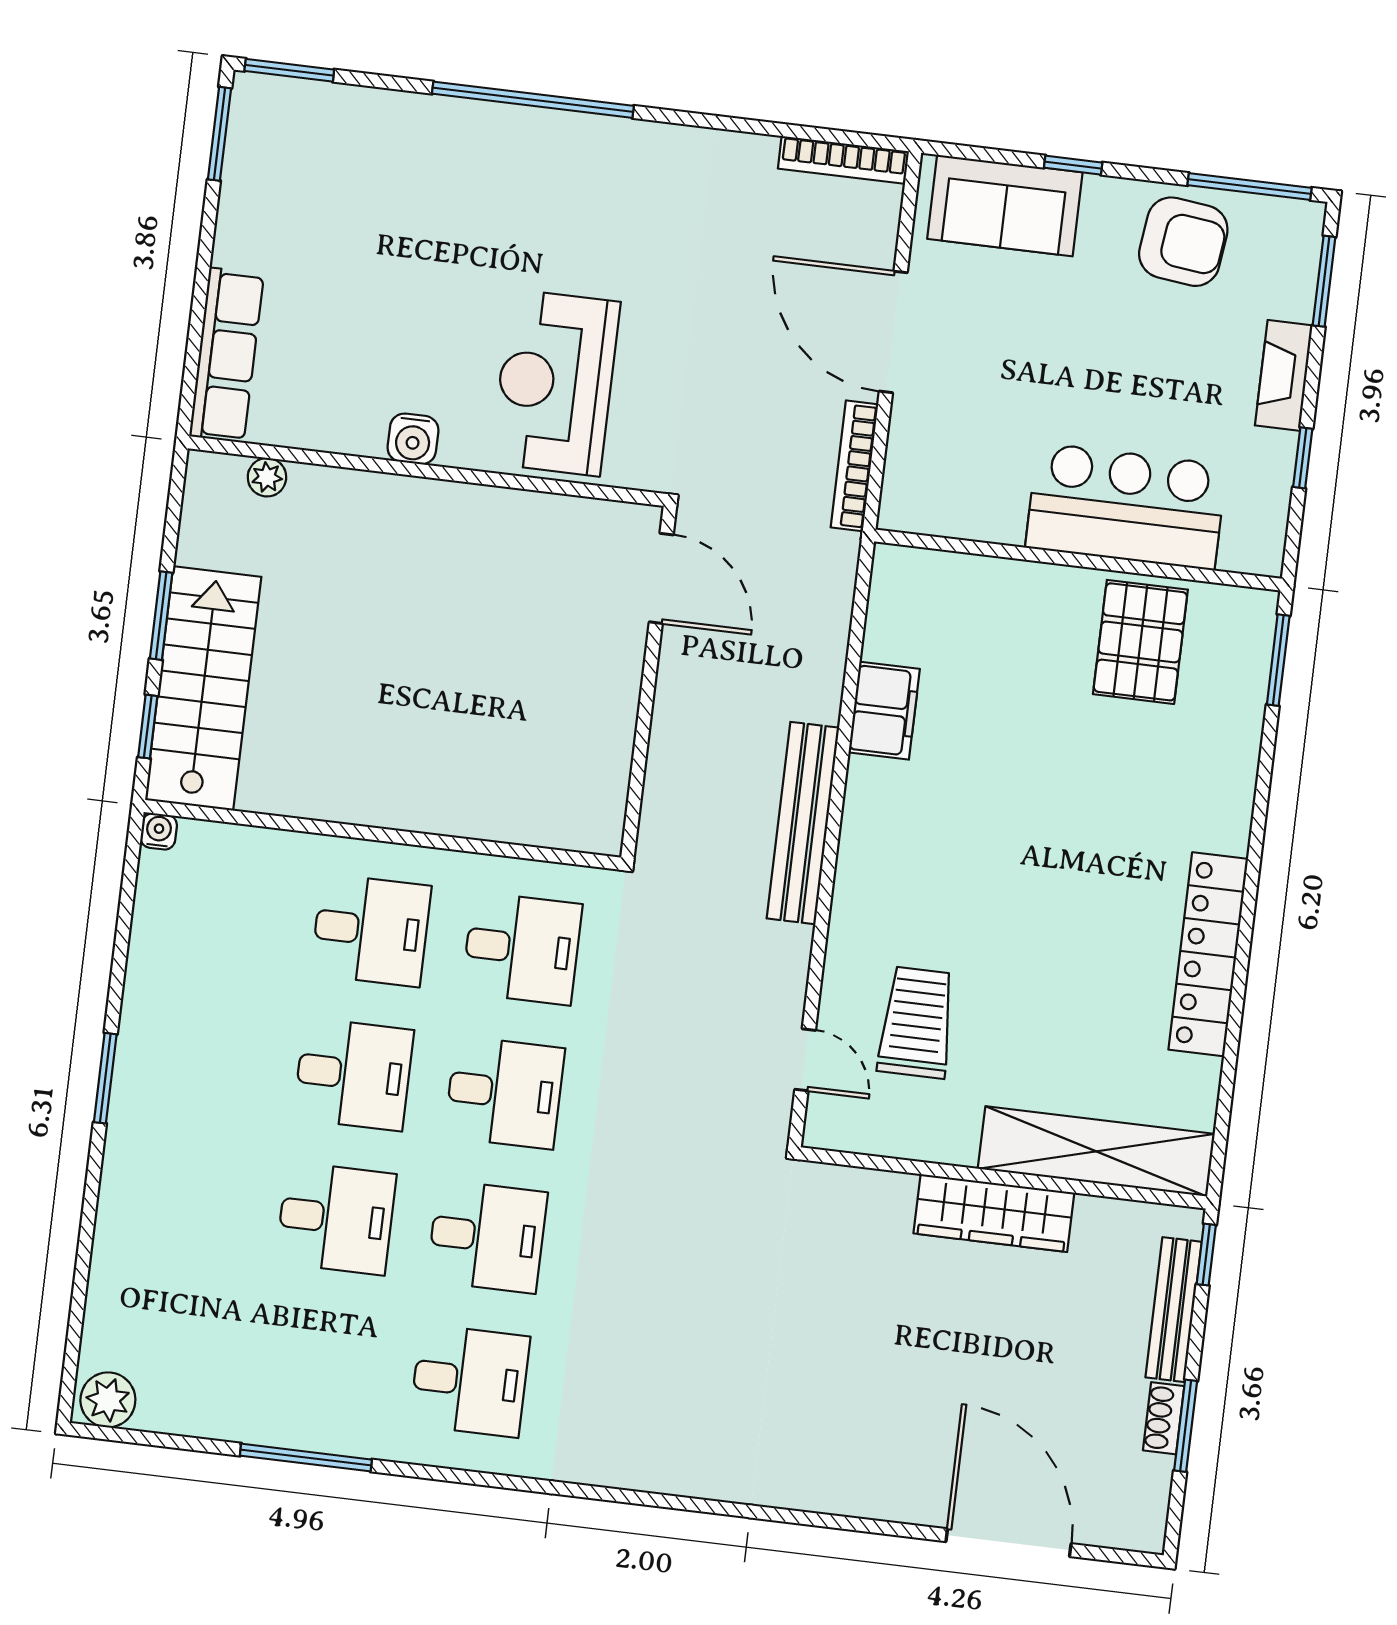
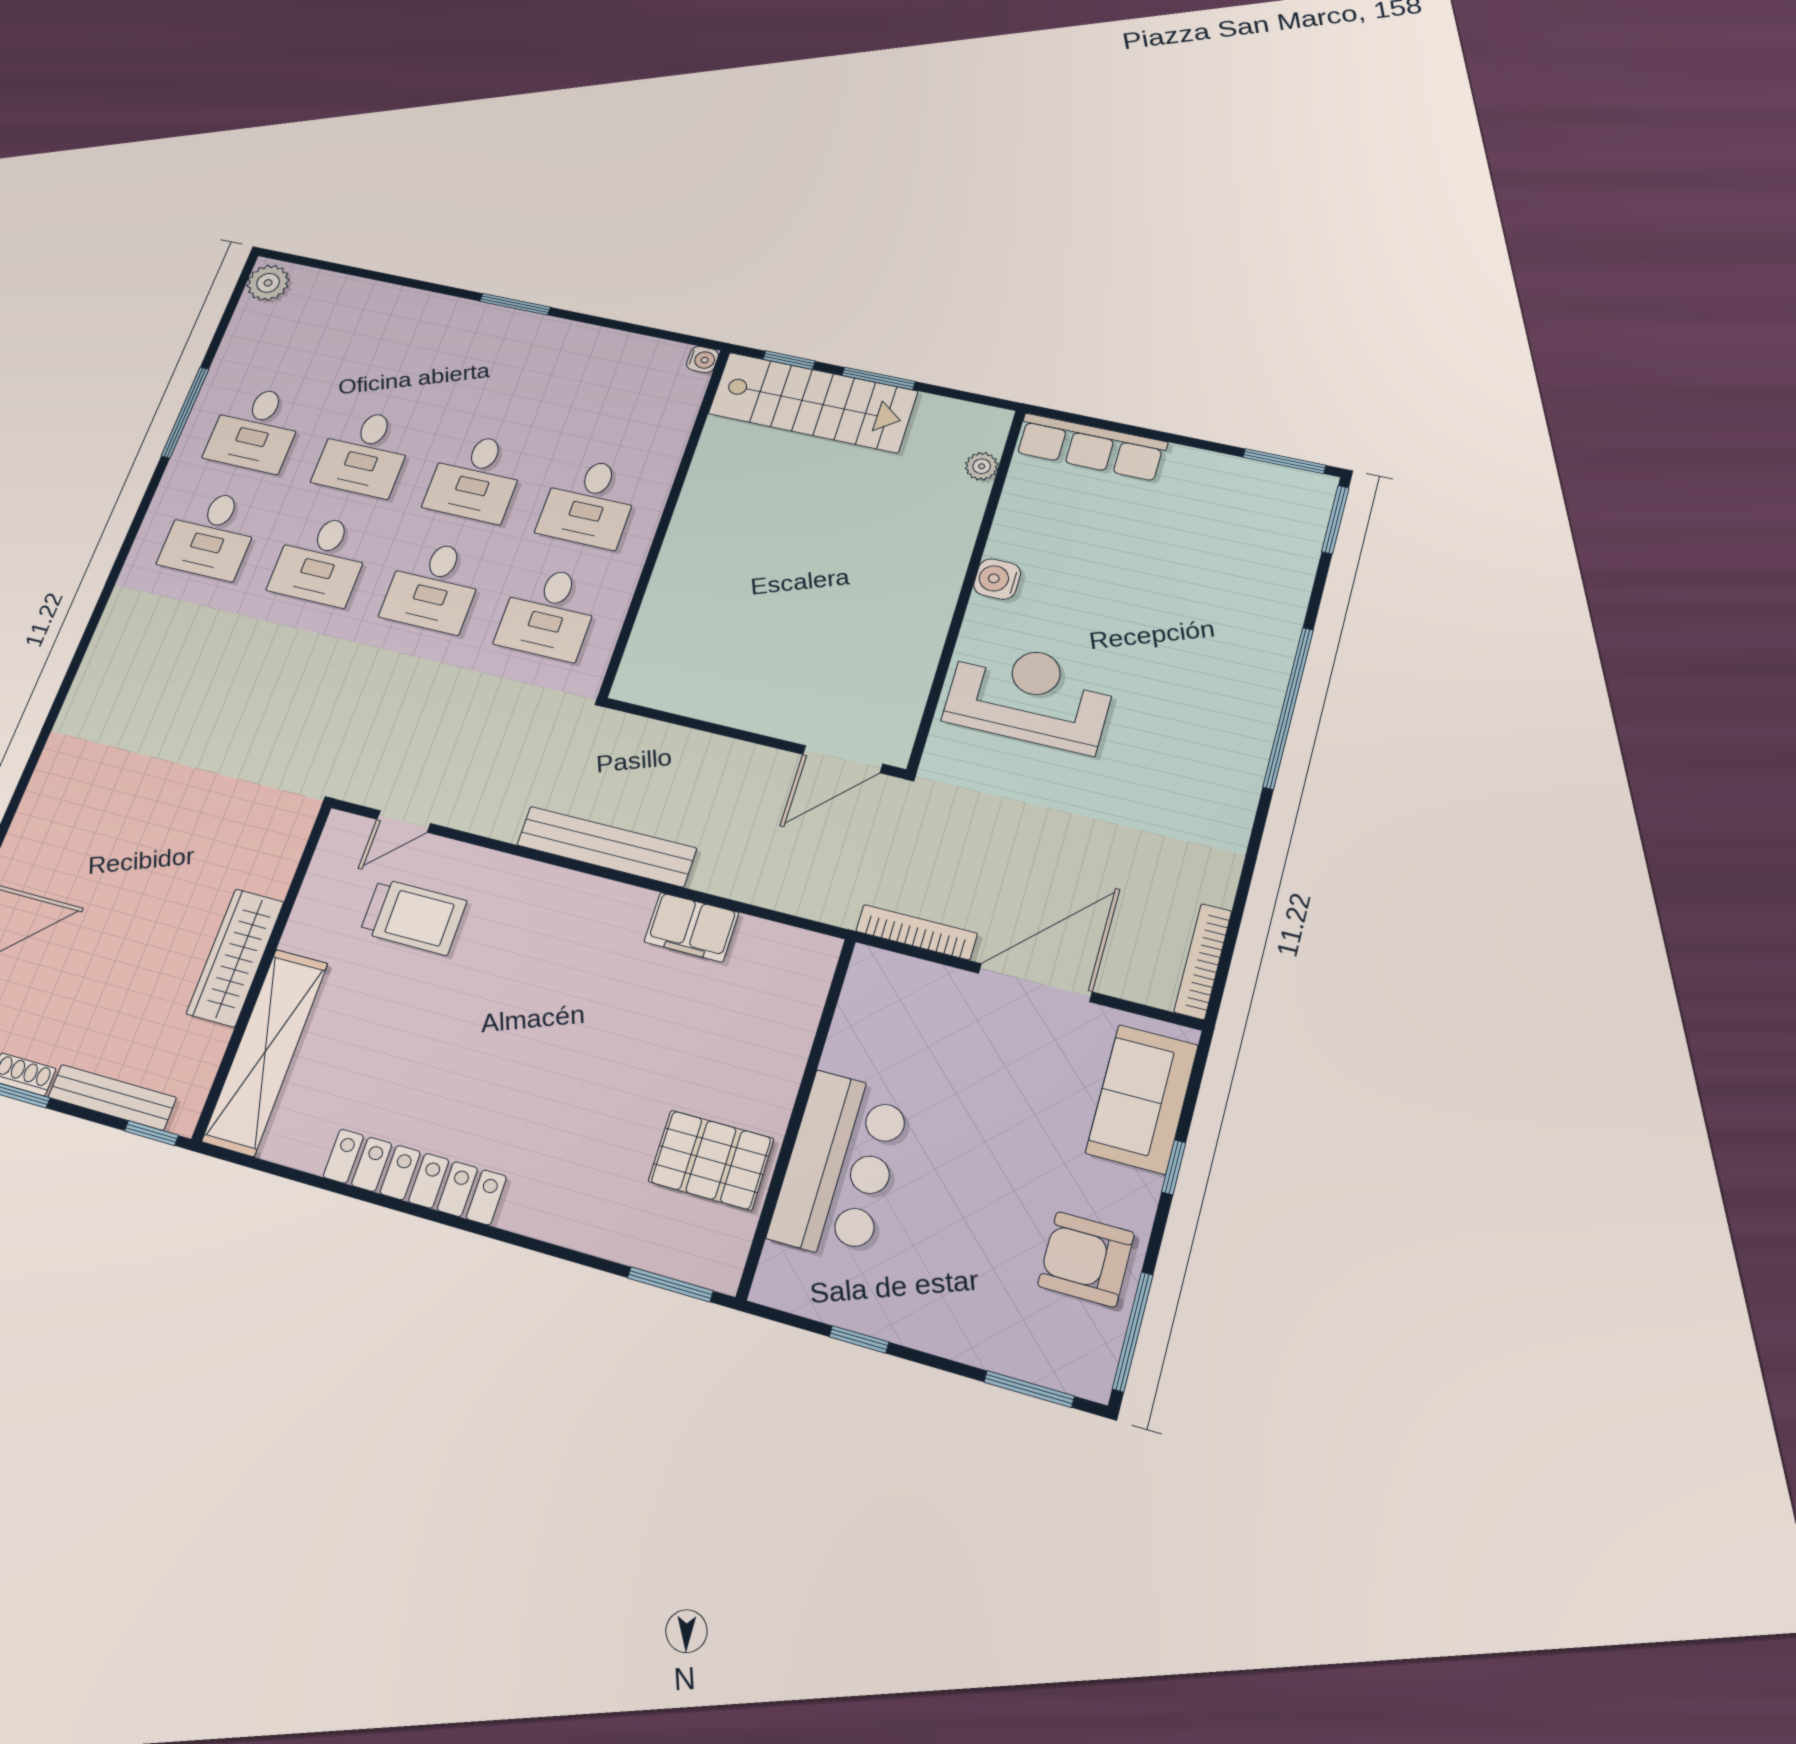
armchair: (1183, 242) -> (1086, 1259), turned 83
fireplace: (1284, 375) -> (942, 1334), removed
desk: (319, 1362) -> (256, 429), added

